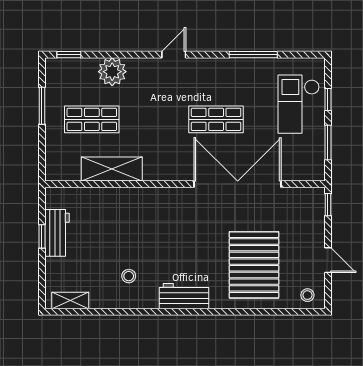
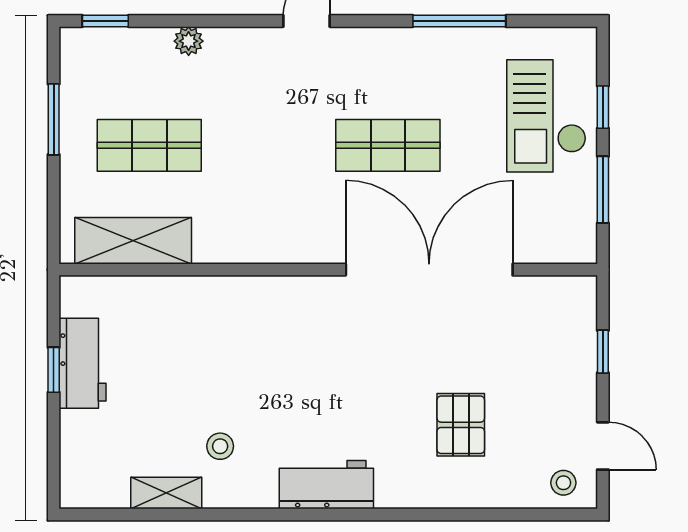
plant: (112, 72) -> (189, 41), width x0.53, depth x0.53
shelving: (112, 169) -> (133, 241), moved
window: (328, 205) -> (603, 352), moved
door: (328, 260) -> (603, 446), moved
pallet: (254, 265) -> (461, 425), width x0.49, depth x0.50
shelving: (70, 300) -> (166, 493), moved

